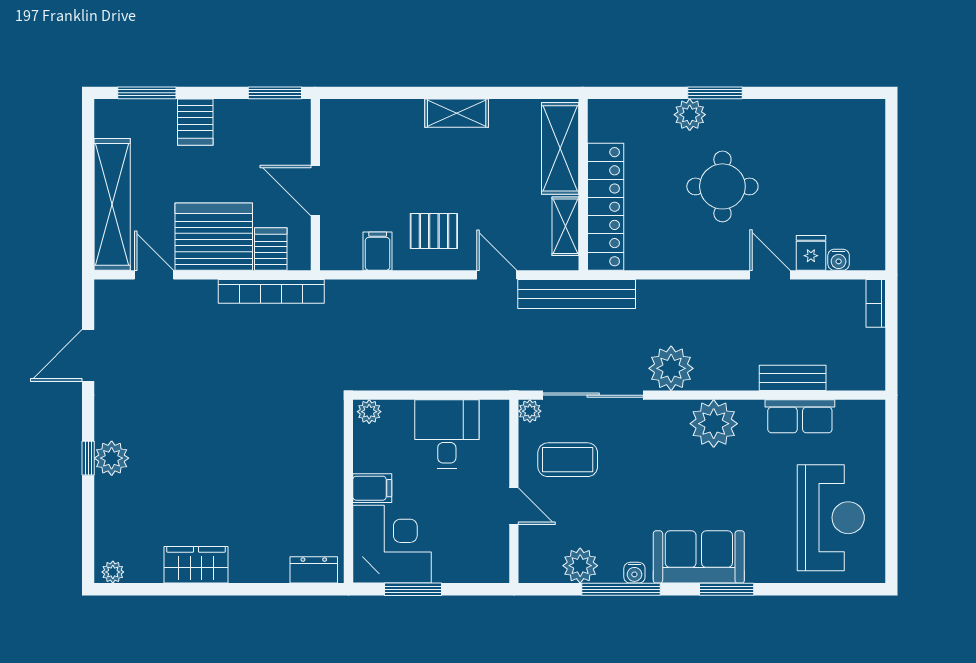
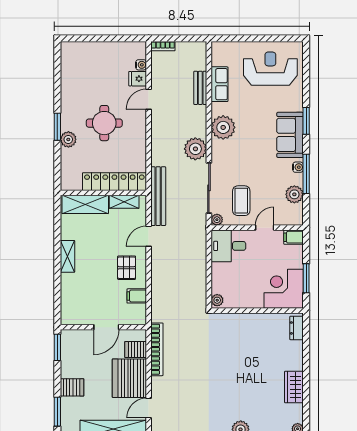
desk: (447, 434) -> (228, 246), moved
filing cabinet: (372, 488) -> (294, 237), moved, turned -90

